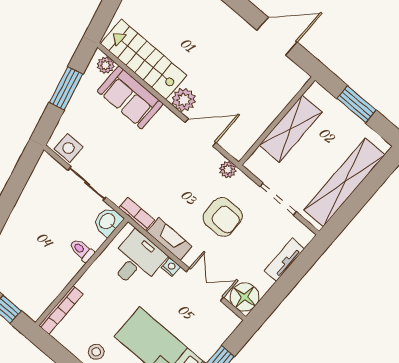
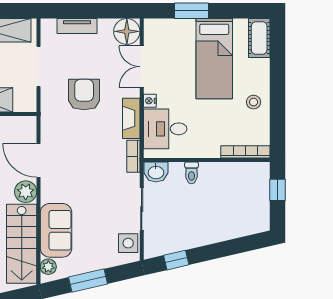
plant: (228, 170) -> (48, 119), removed
window: (20, 176) -> (176, 260), added

